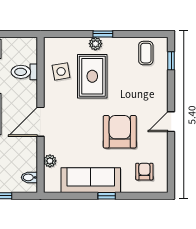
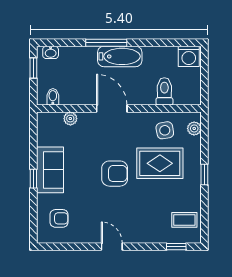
plant: (95, 44) -> (194, 128), moved
armchair: (120, 132) -> (115, 174), moved, width x0.73, depth x0.73
sofa: (91, 180) -> (50, 170), width x0.73

